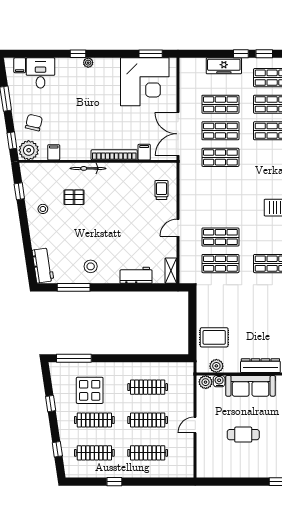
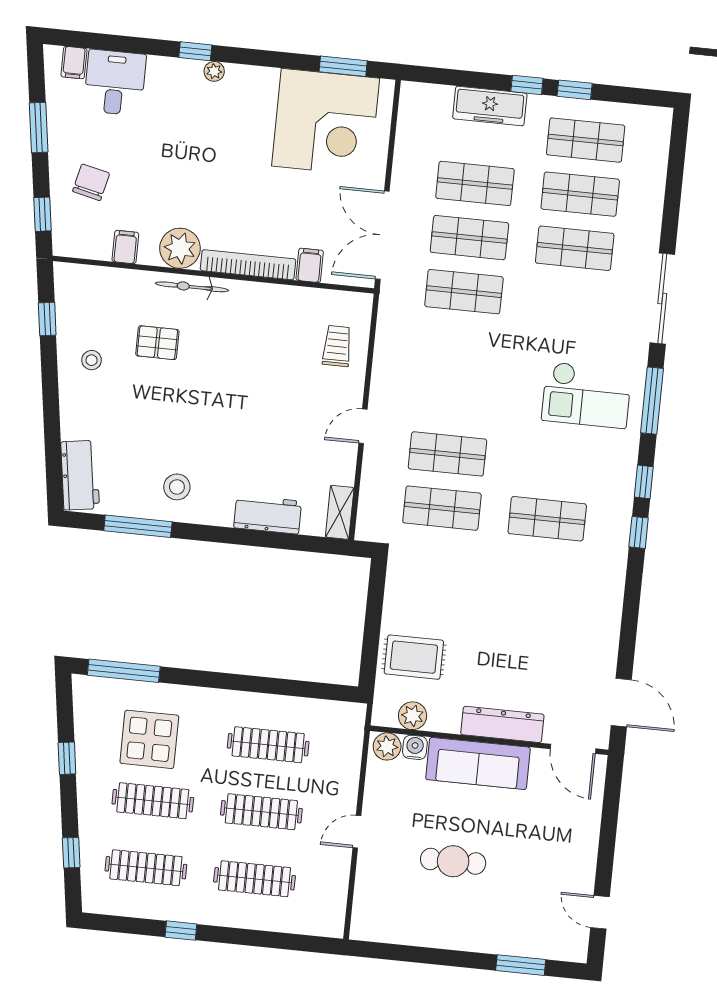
plant: (29, 150) -> (180, 248), moved

